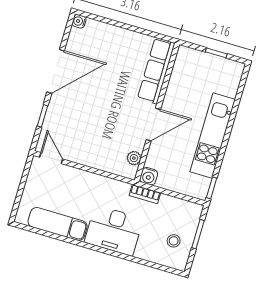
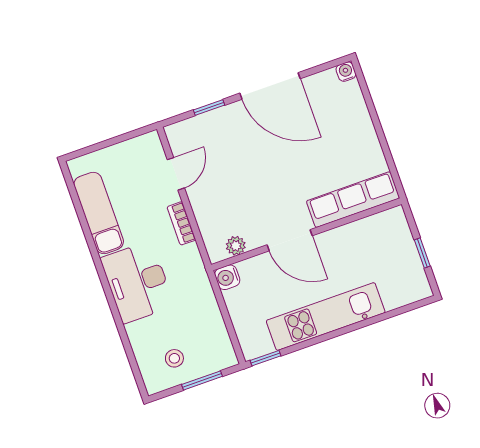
door: (51, 158) -> (176, 174), moved
bookcase: (145, 194) -> (181, 223), moved

